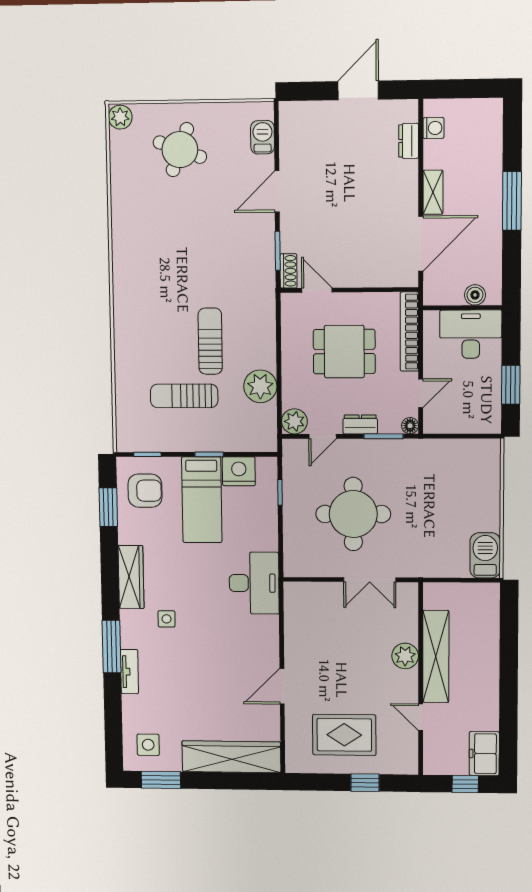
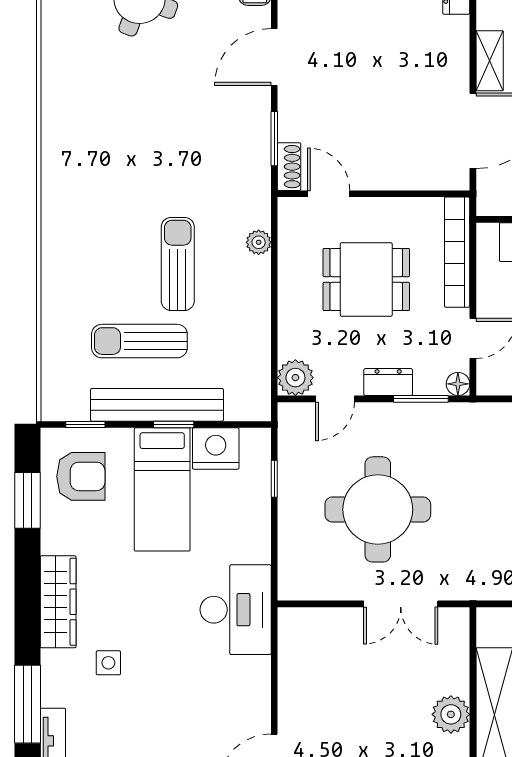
plant: (260, 386) -> (259, 242), moved, width x0.53, depth x0.53
bench: (197, 441) -> (157, 405), added

